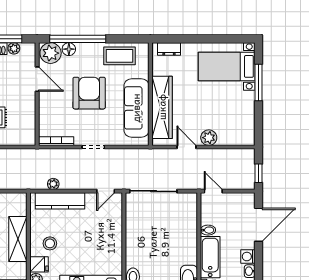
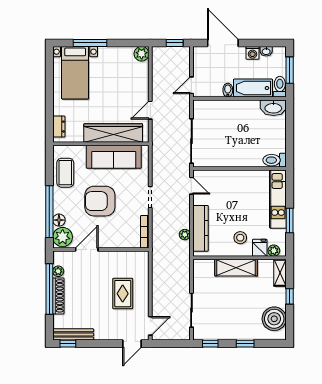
plant: (209, 138) -> (142, 54), moved

